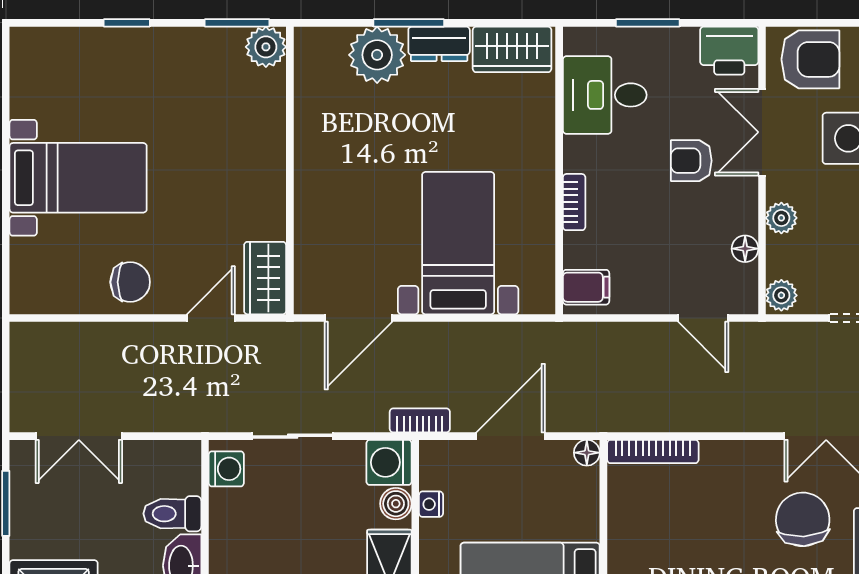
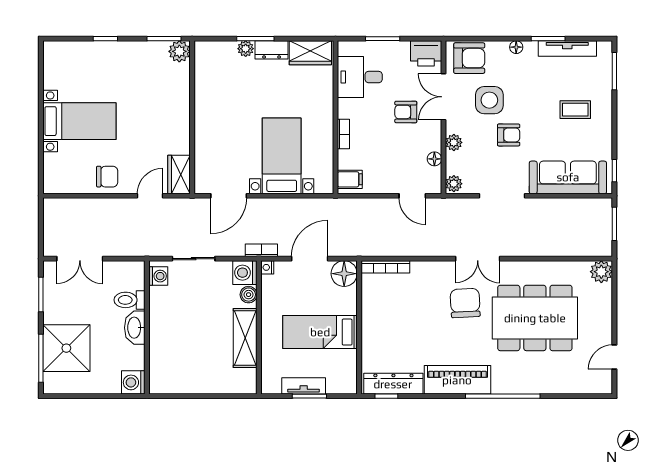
plant: (377, 55) -> (246, 49), width x0.53, depth x0.53
floor lamp: (587, 453) -> (344, 274), width x1.89, depth x1.89
nightstand: (431, 504) -> (267, 267), moved

